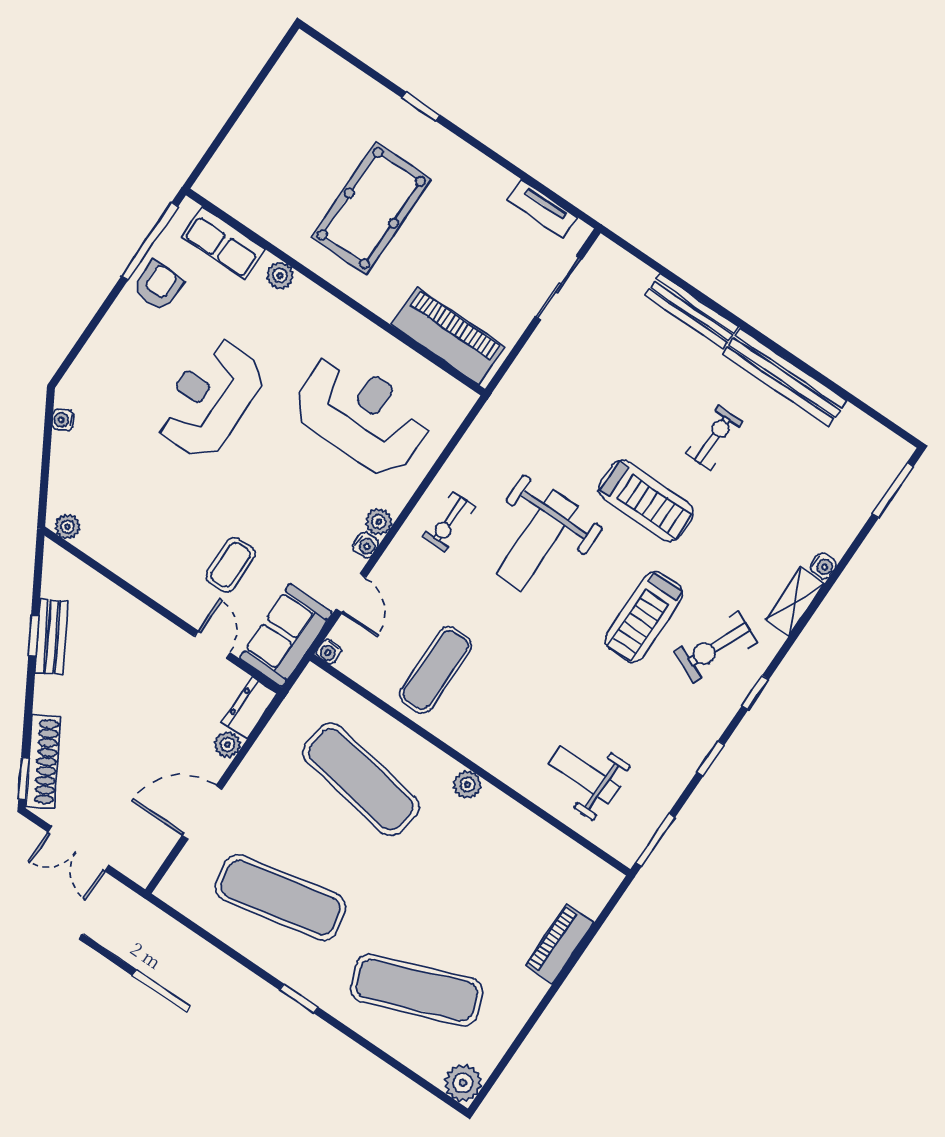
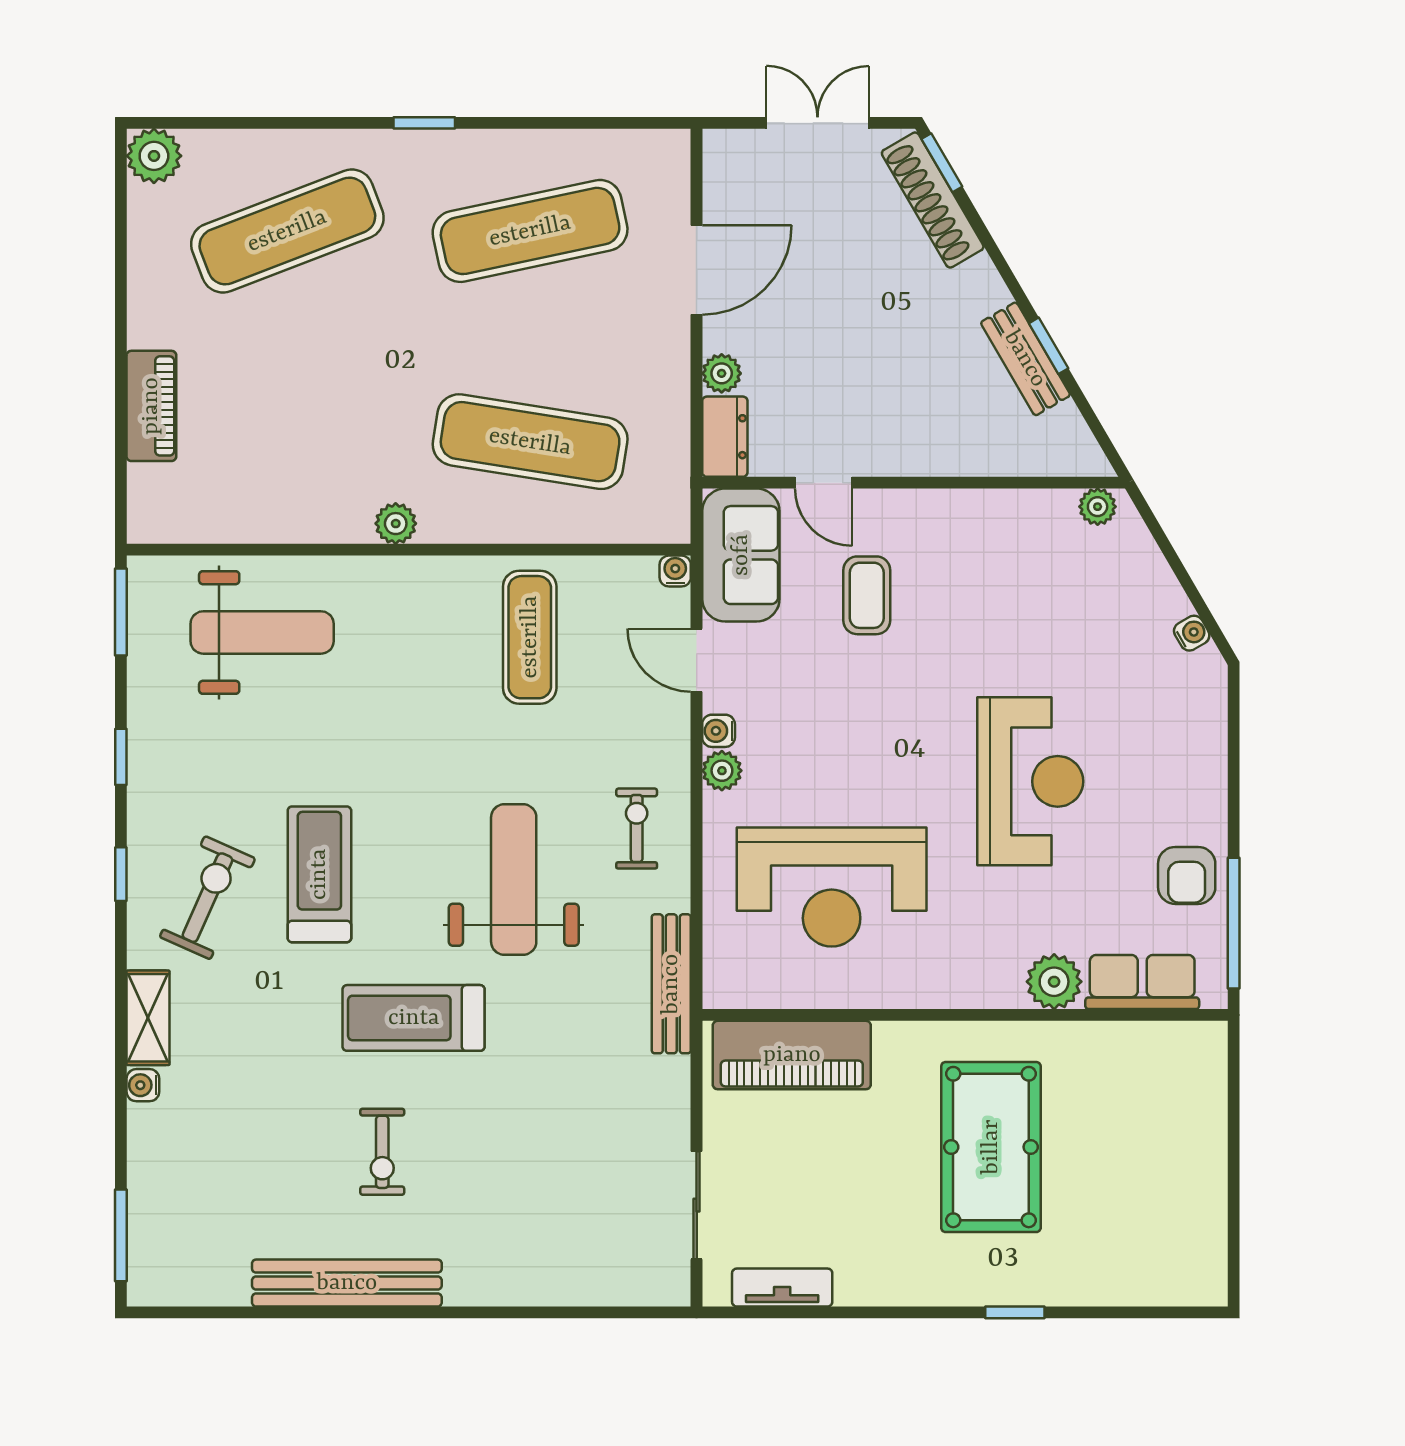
plant: (280, 275) -> (1054, 982), width x1.38, depth x1.38
bench: (692, 311) -> (671, 984), moved, turned 90
weight bench: (584, 774) -> (262, 632), width x1.36, depth x1.33

